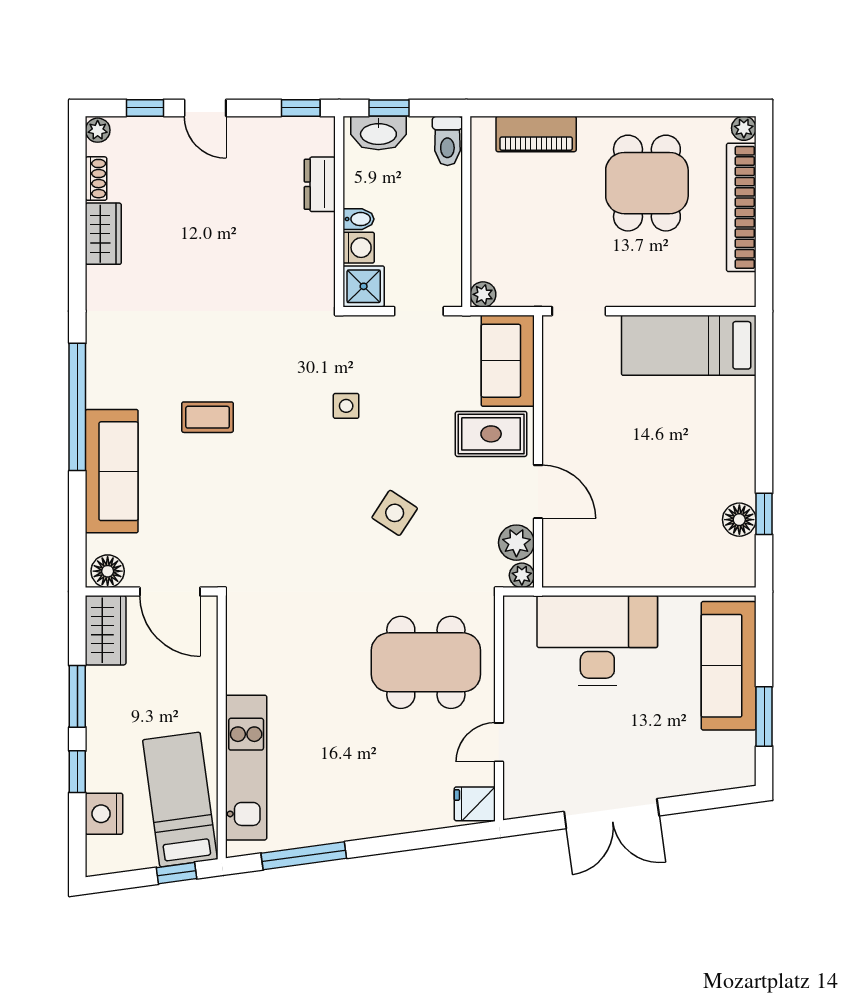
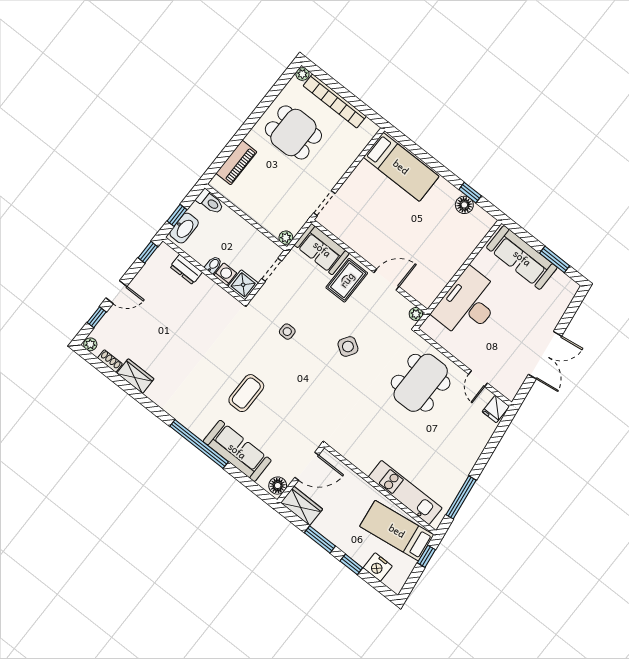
bed: (689, 345) -> (401, 167), moved, turned -90
coffee table: (208, 417) -> (246, 393), width x1.36, depth x1.30
plant: (516, 543) -> (400, 305), removed

